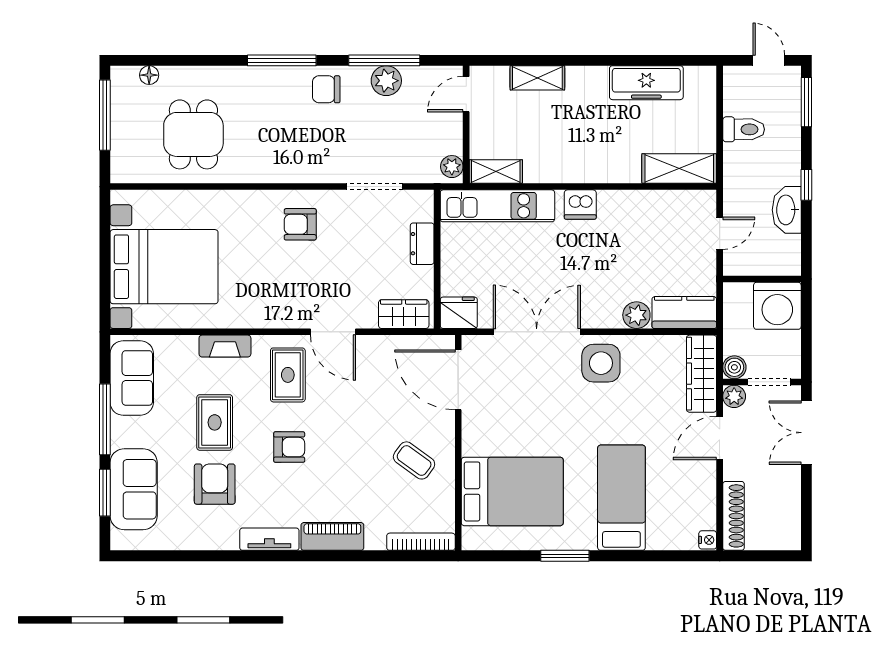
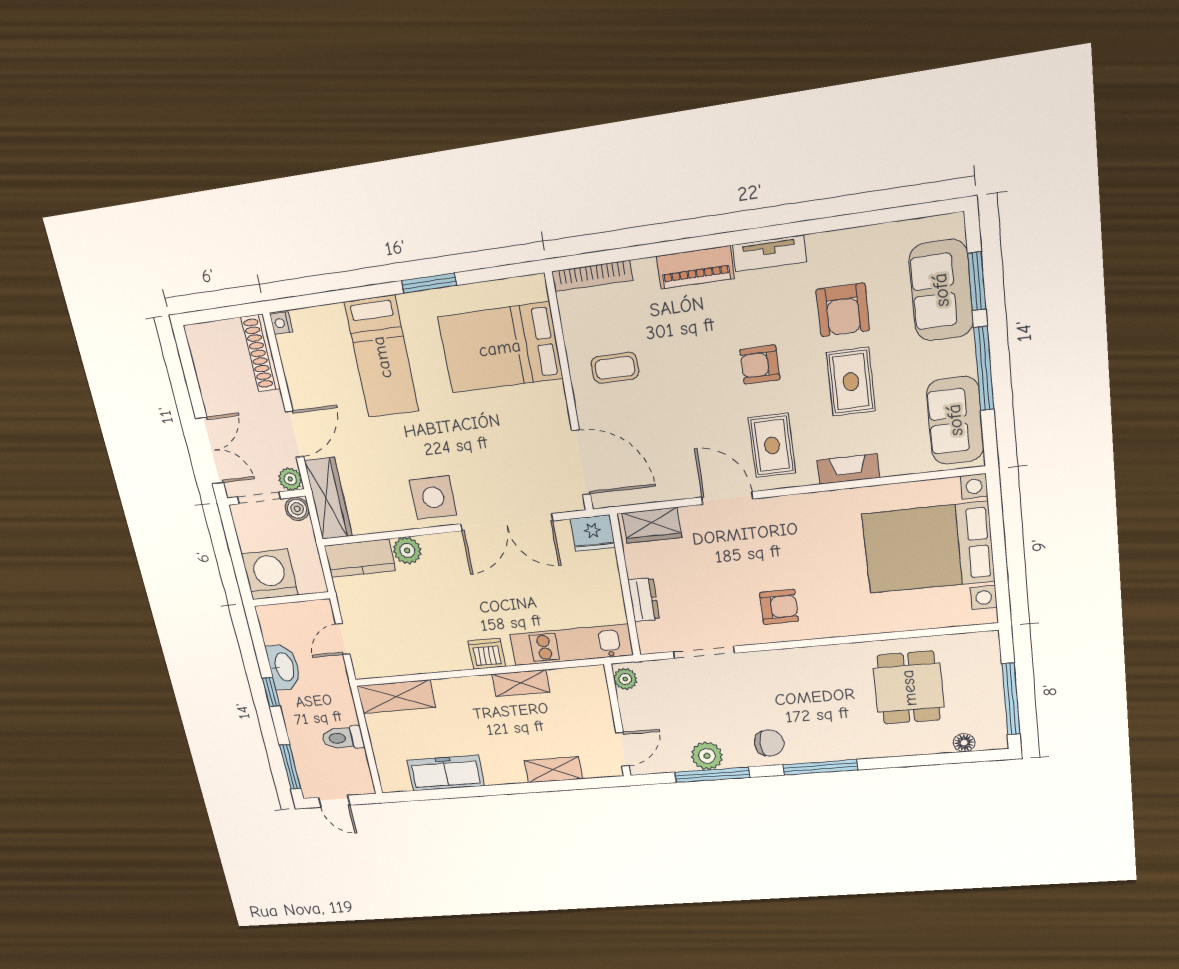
shelving: (496, 171) -> (521, 683), moved
coffee table: (414, 460) -> (615, 368), turned -36

